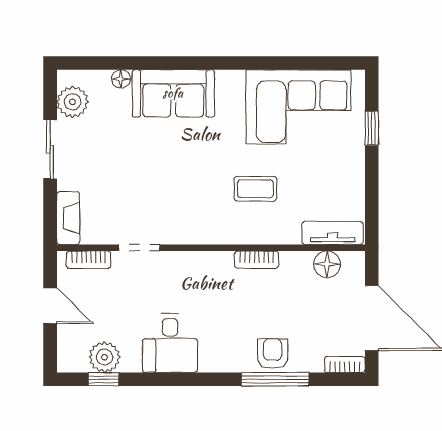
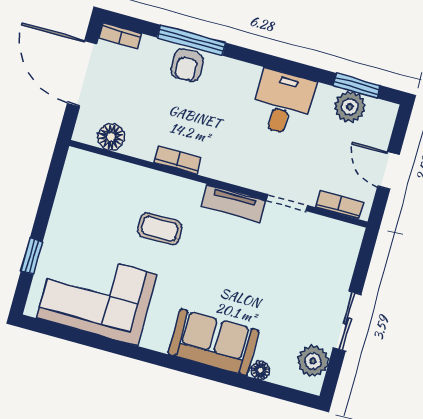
fireplace: (68, 218) -> (348, 250), removed
tv unit: (333, 233) -> (233, 203), moved
window: (103, 379) -> (357, 86), width x1.50

